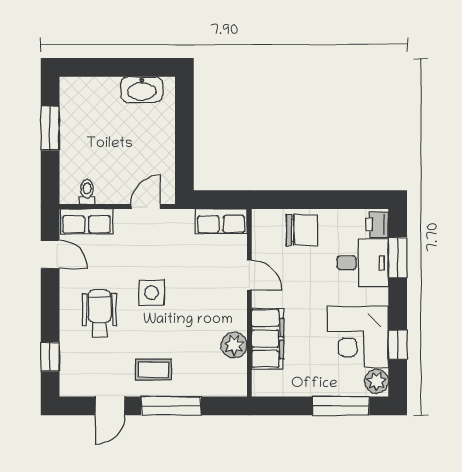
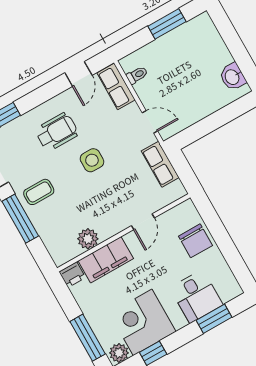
washbasin: (142, 90) -> (233, 77), width x0.72
row of seats: (221, 221) -> (160, 164), moved
printer: (377, 224) -> (72, 275), moved, turned 180
coffee table: (153, 370) -> (39, 192), turned 90

